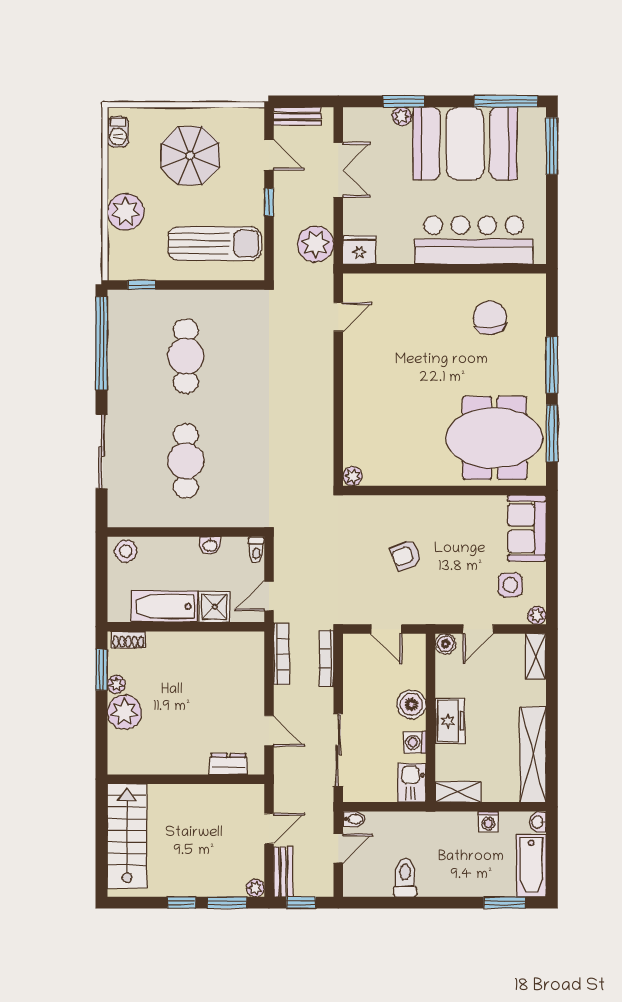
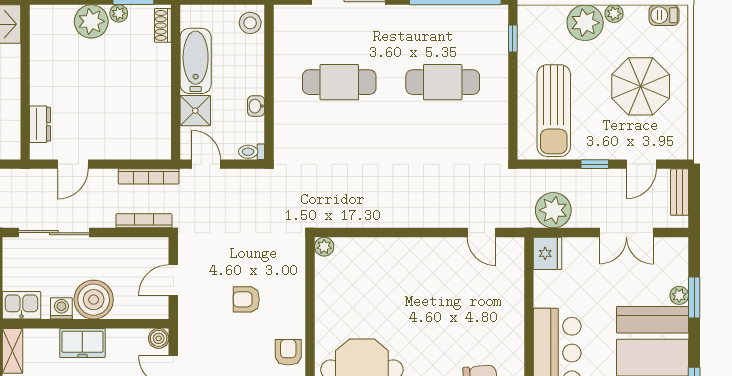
plant: (116, 182) -> (614, 14), added
armchair: (460, 513) -> (288, 352), added
armchair: (406, 555) -> (246, 299), turned -68
boiler: (411, 704) -> (94, 300), width x1.37, depth x1.37

